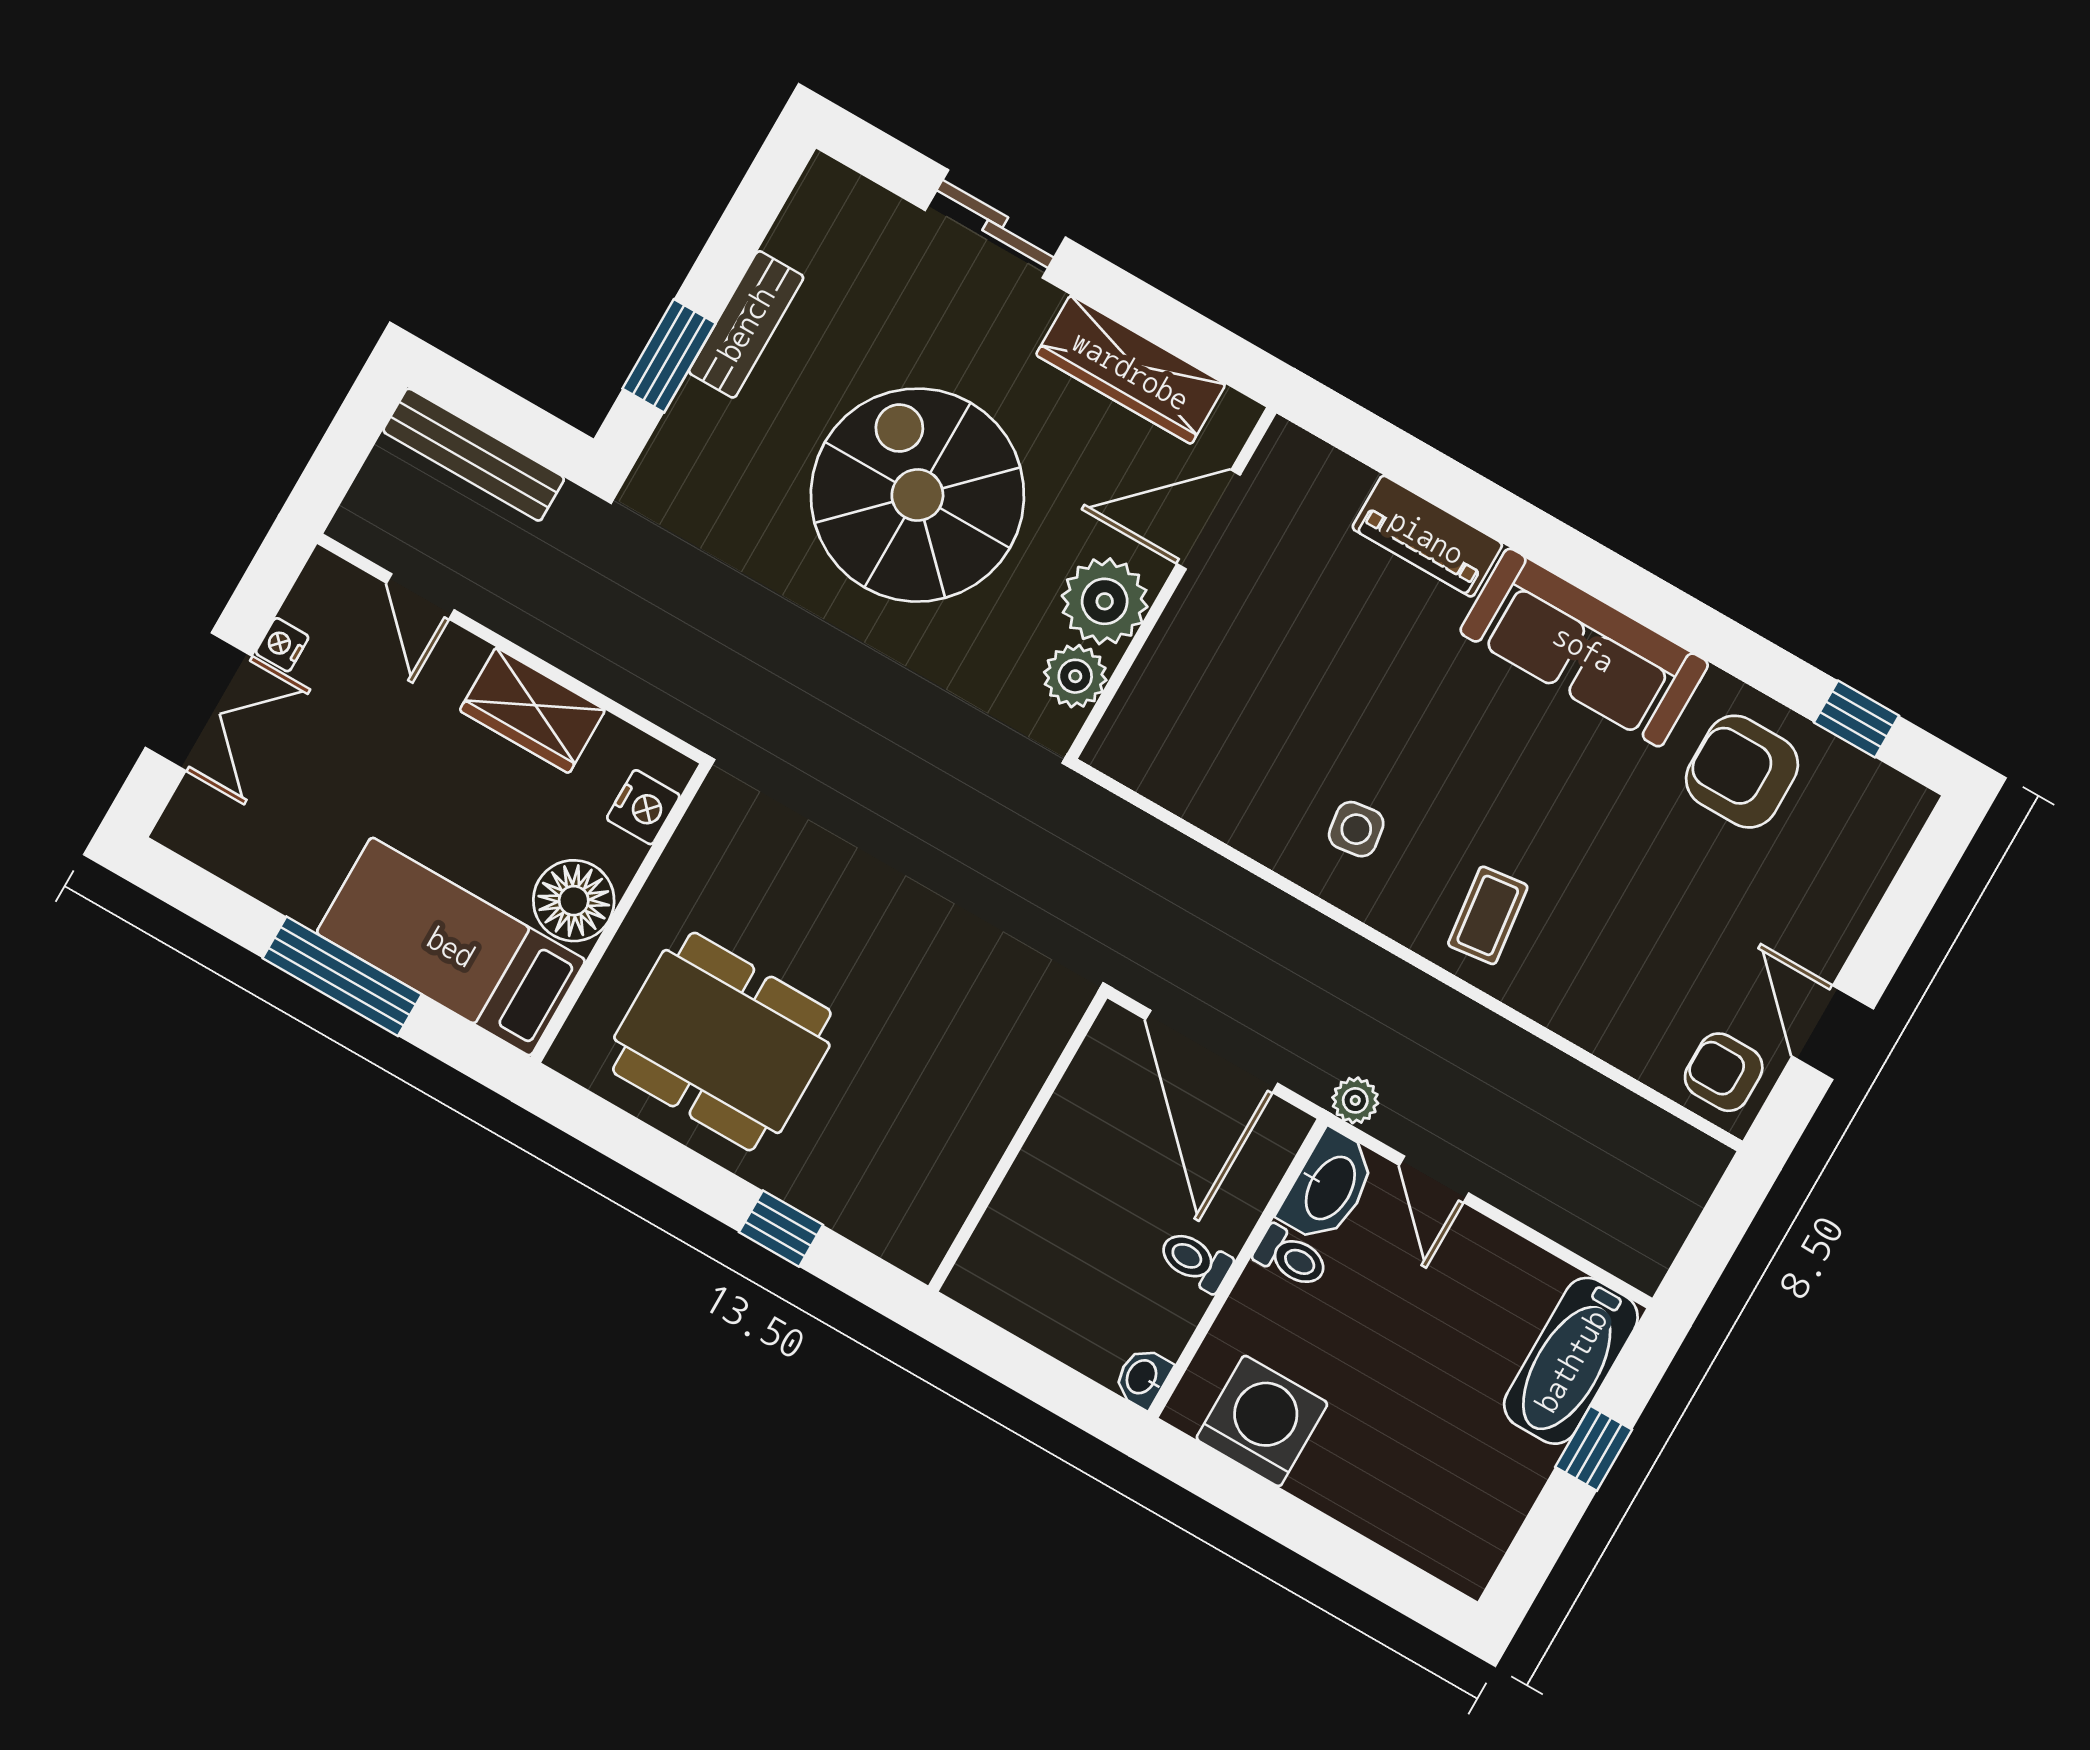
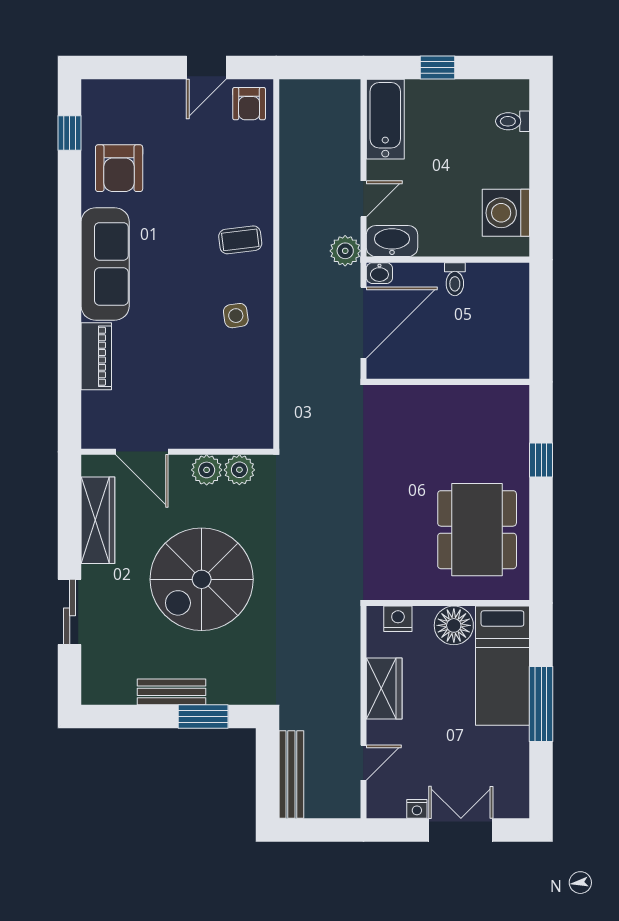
plant: (1105, 601) -> (207, 470), width x0.73, depth x0.73
plant: (1355, 1100) -> (345, 251), width x1.38, depth x1.38
toilet: (1291, 1257) -> (513, 121), moved, turned -90
bathtub: (1571, 1361) -> (385, 119), moved, turned -90
washbasin: (1143, 1377) -> (379, 273), moved

